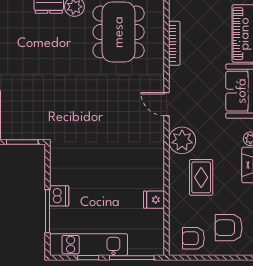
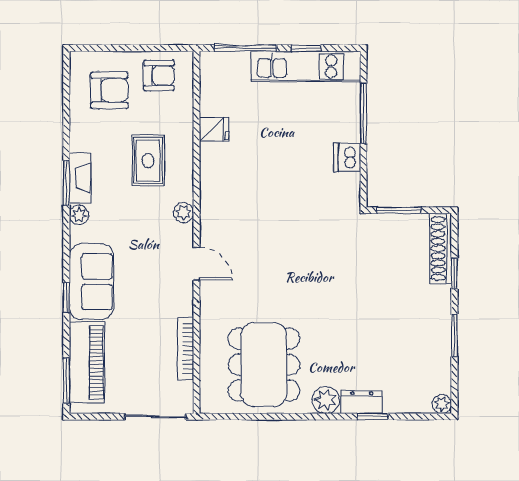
plant: (182, 140) -> (184, 213), width x0.53, depth x0.53
dishwasher: (59, 196) -> (347, 157), moved

